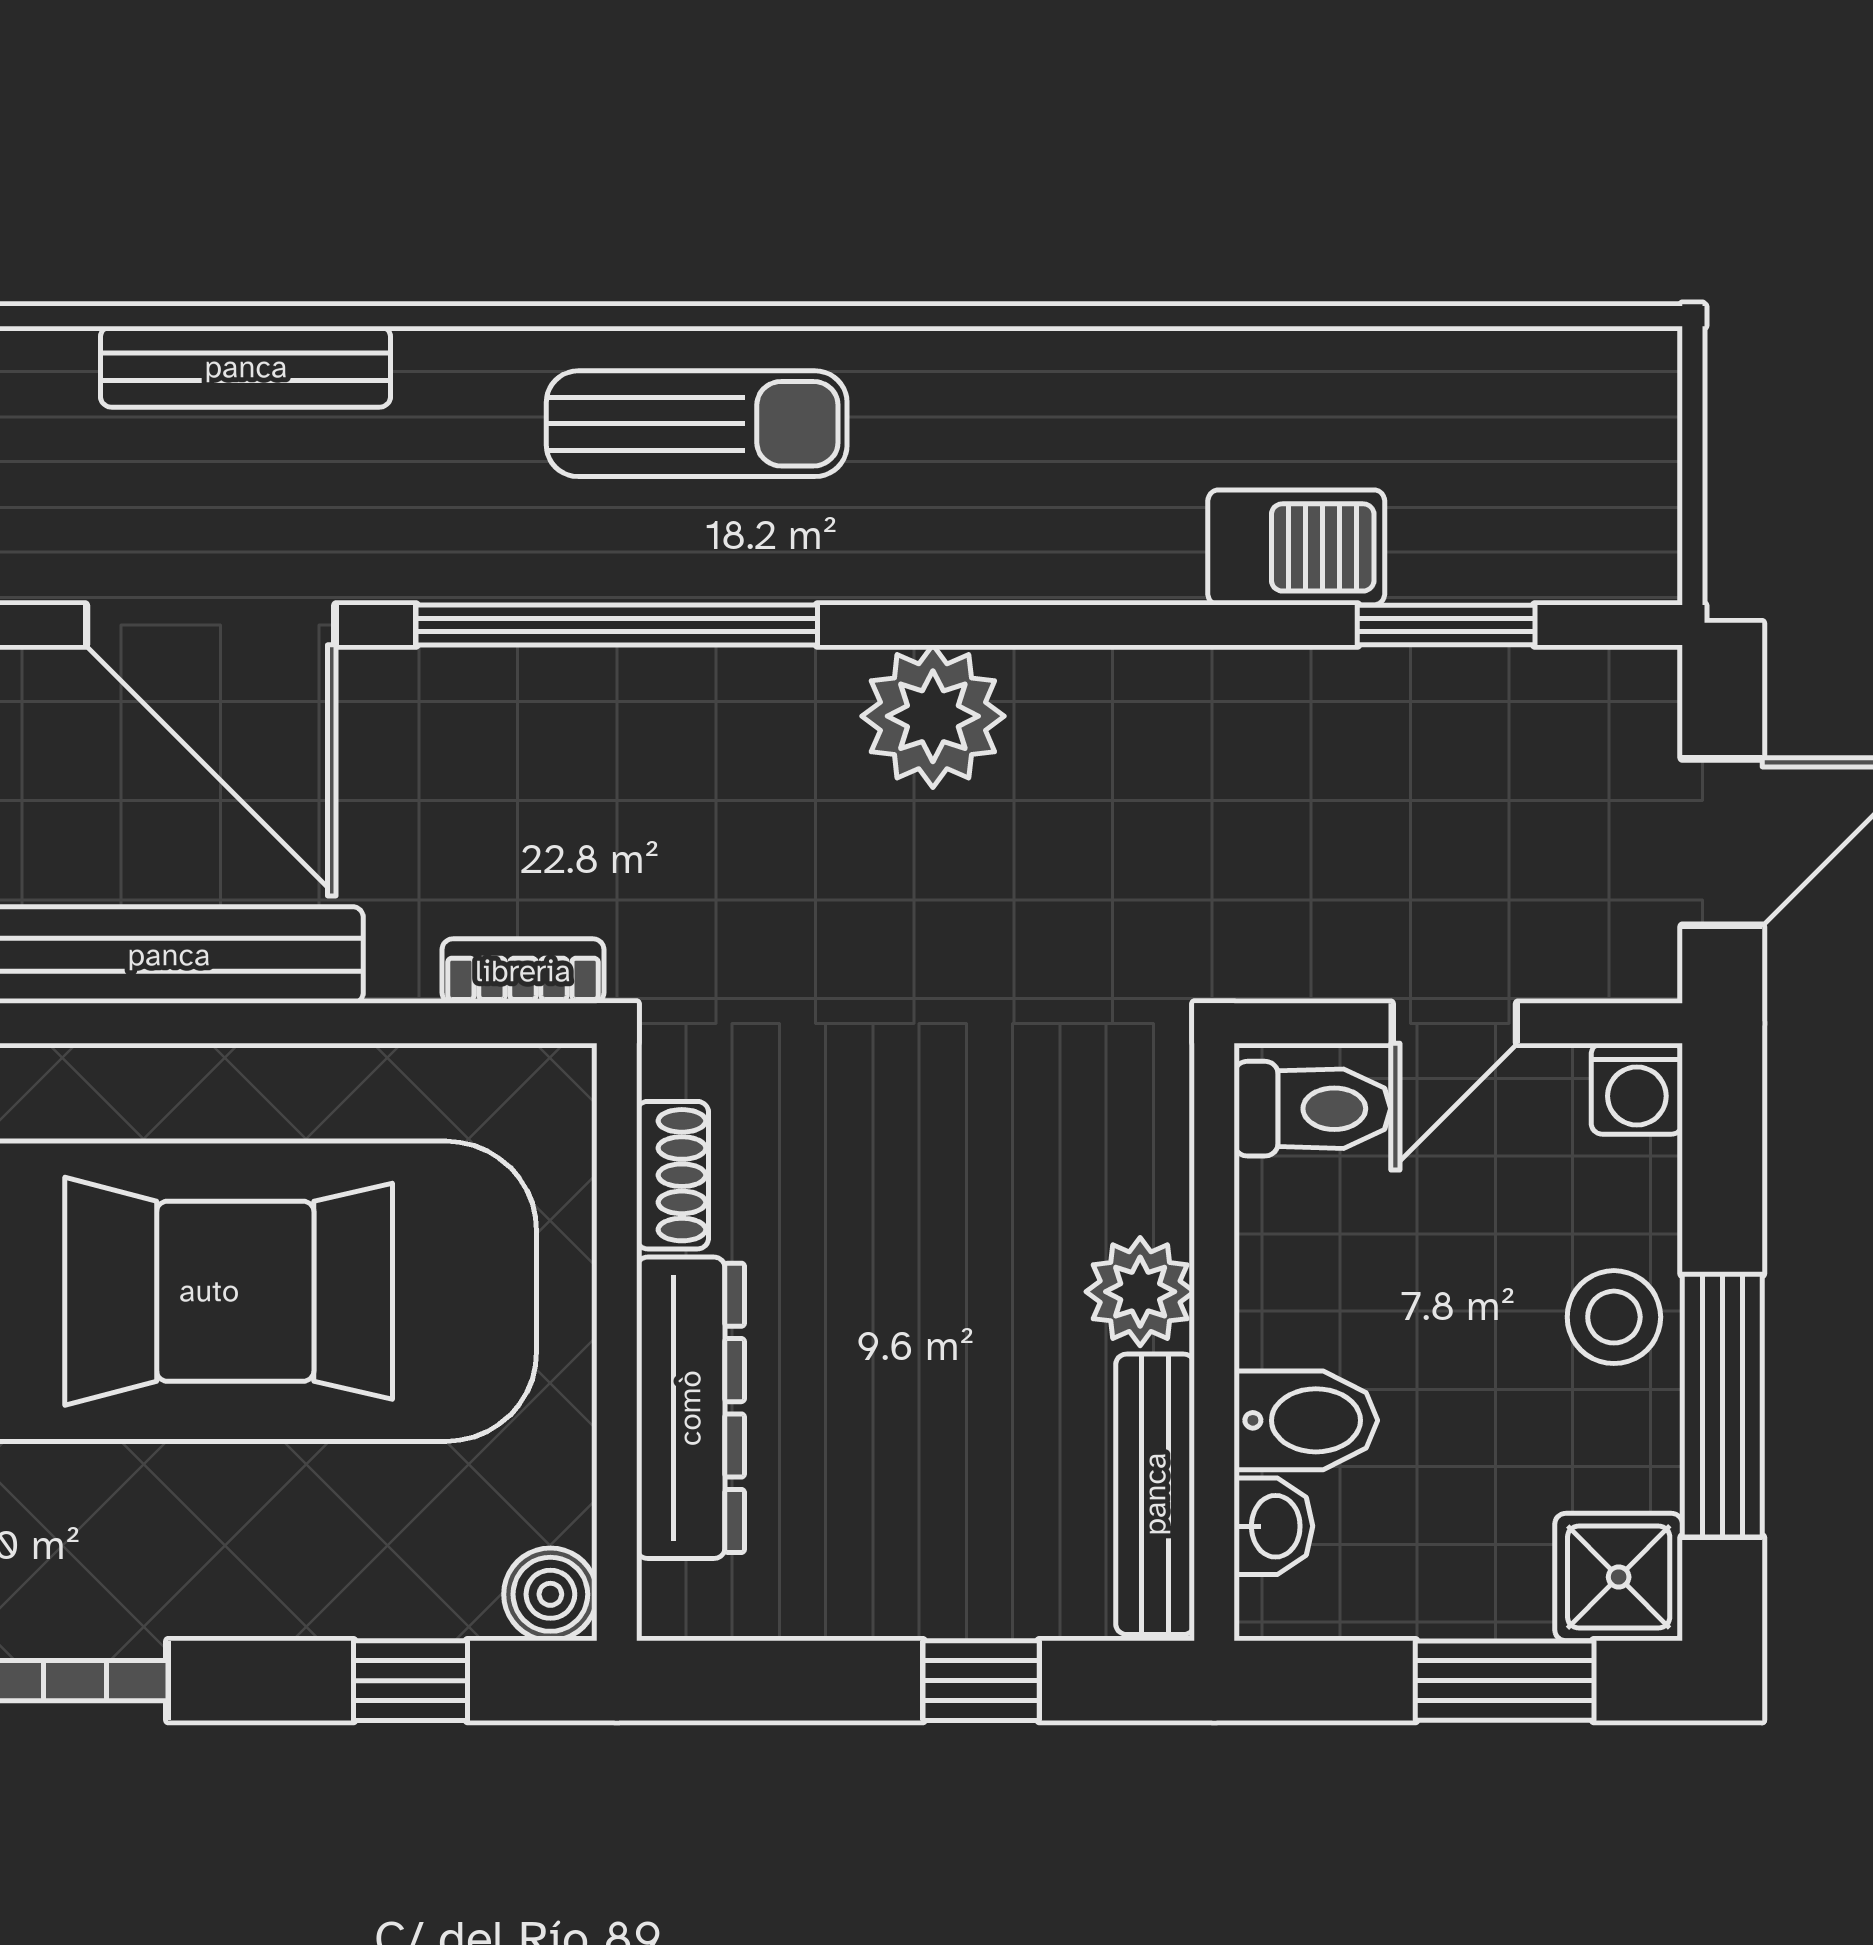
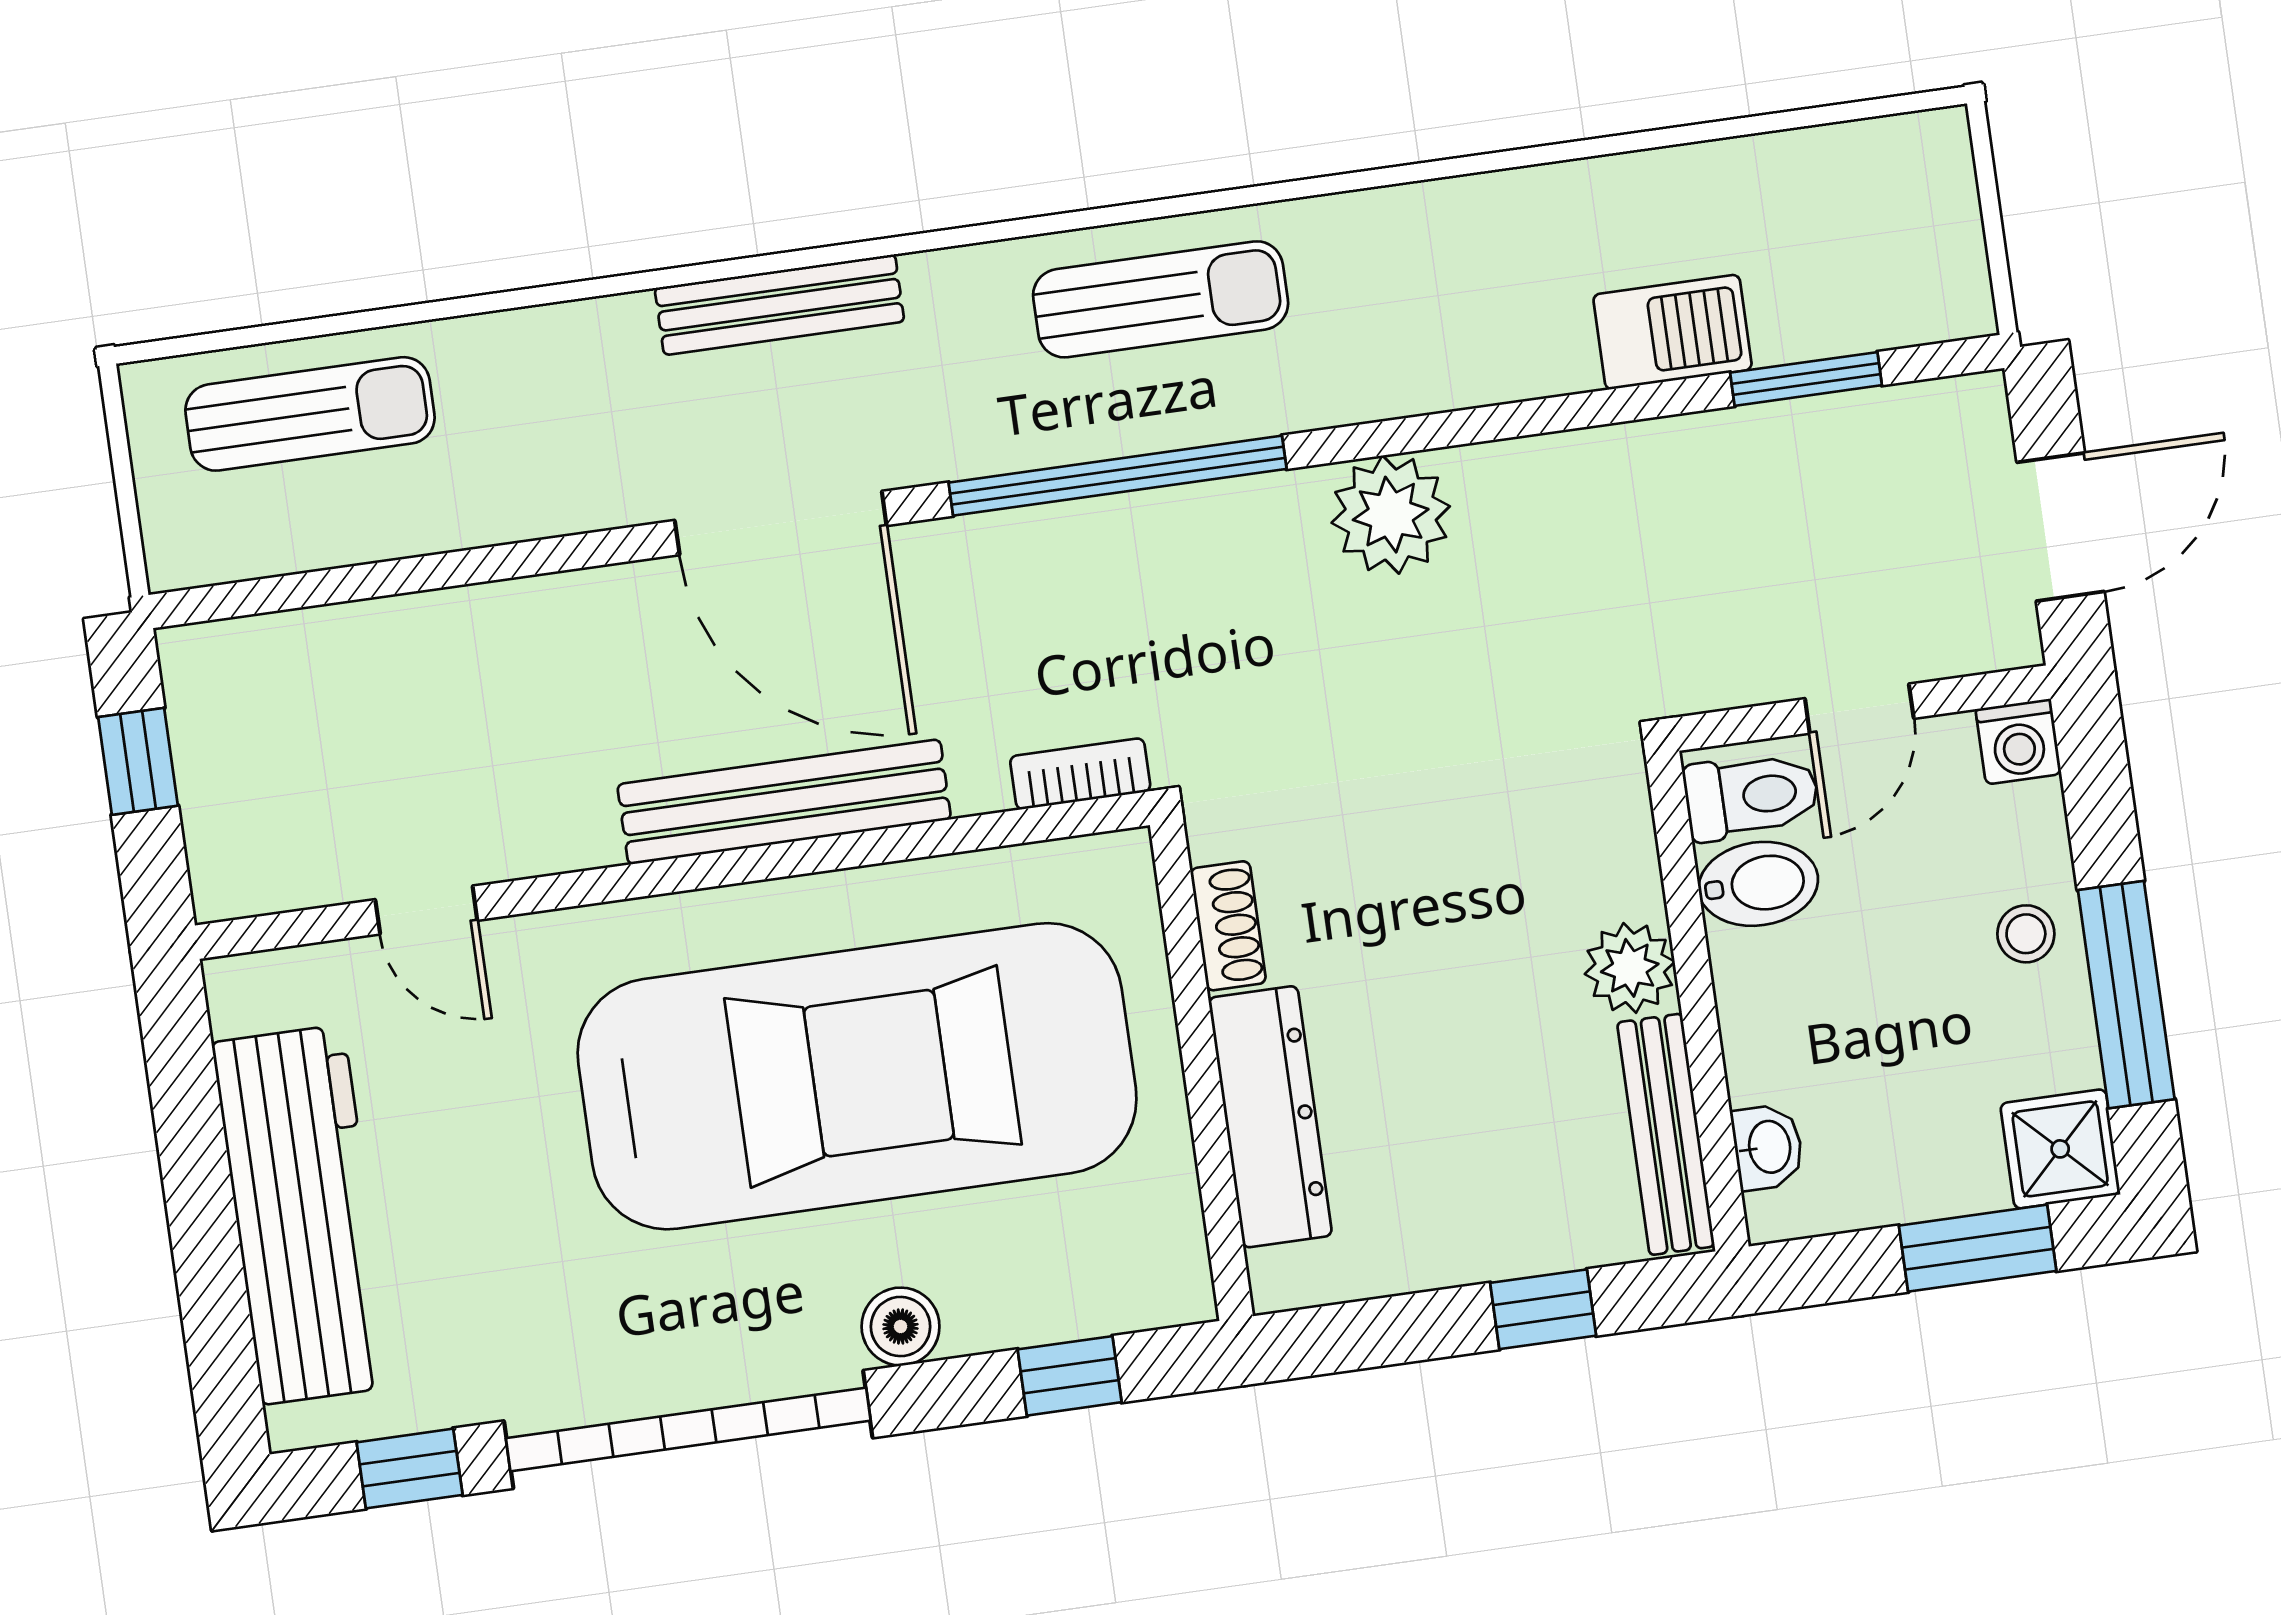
stool: (1614, 1317) -> (2026, 934), width x0.73, depth x0.73
bidet: (1306, 1420) -> (1758, 884), moved
boiler: (550, 1594) -> (901, 1327), moved

